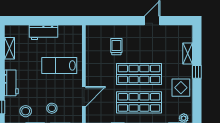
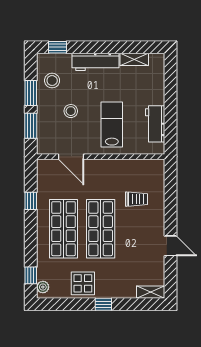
workbench: (44, 32) -> (155, 124), moved
shelving: (188, 53) -> (151, 292), moved
workbench: (11, 83) -> (95, 62), width x1.38
stool: (52, 108) -> (71, 111), moved

